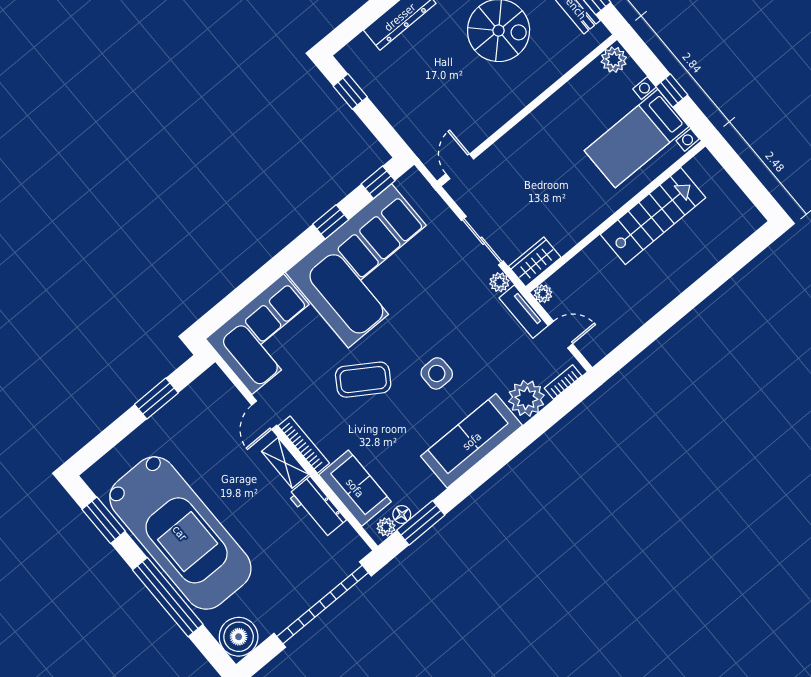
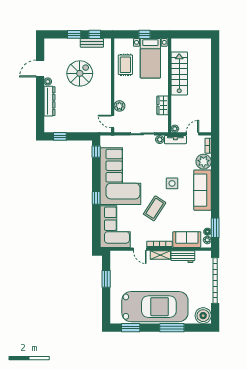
plant: (614, 60) -> (119, 106), moved
rug: (586, 102) -> (125, 65), added
window: (331, 222) -> (96, 198), moved
wardrobe: (535, 262) -> (163, 105), moved
window: (168, 597) -> (172, 328), width x0.68

